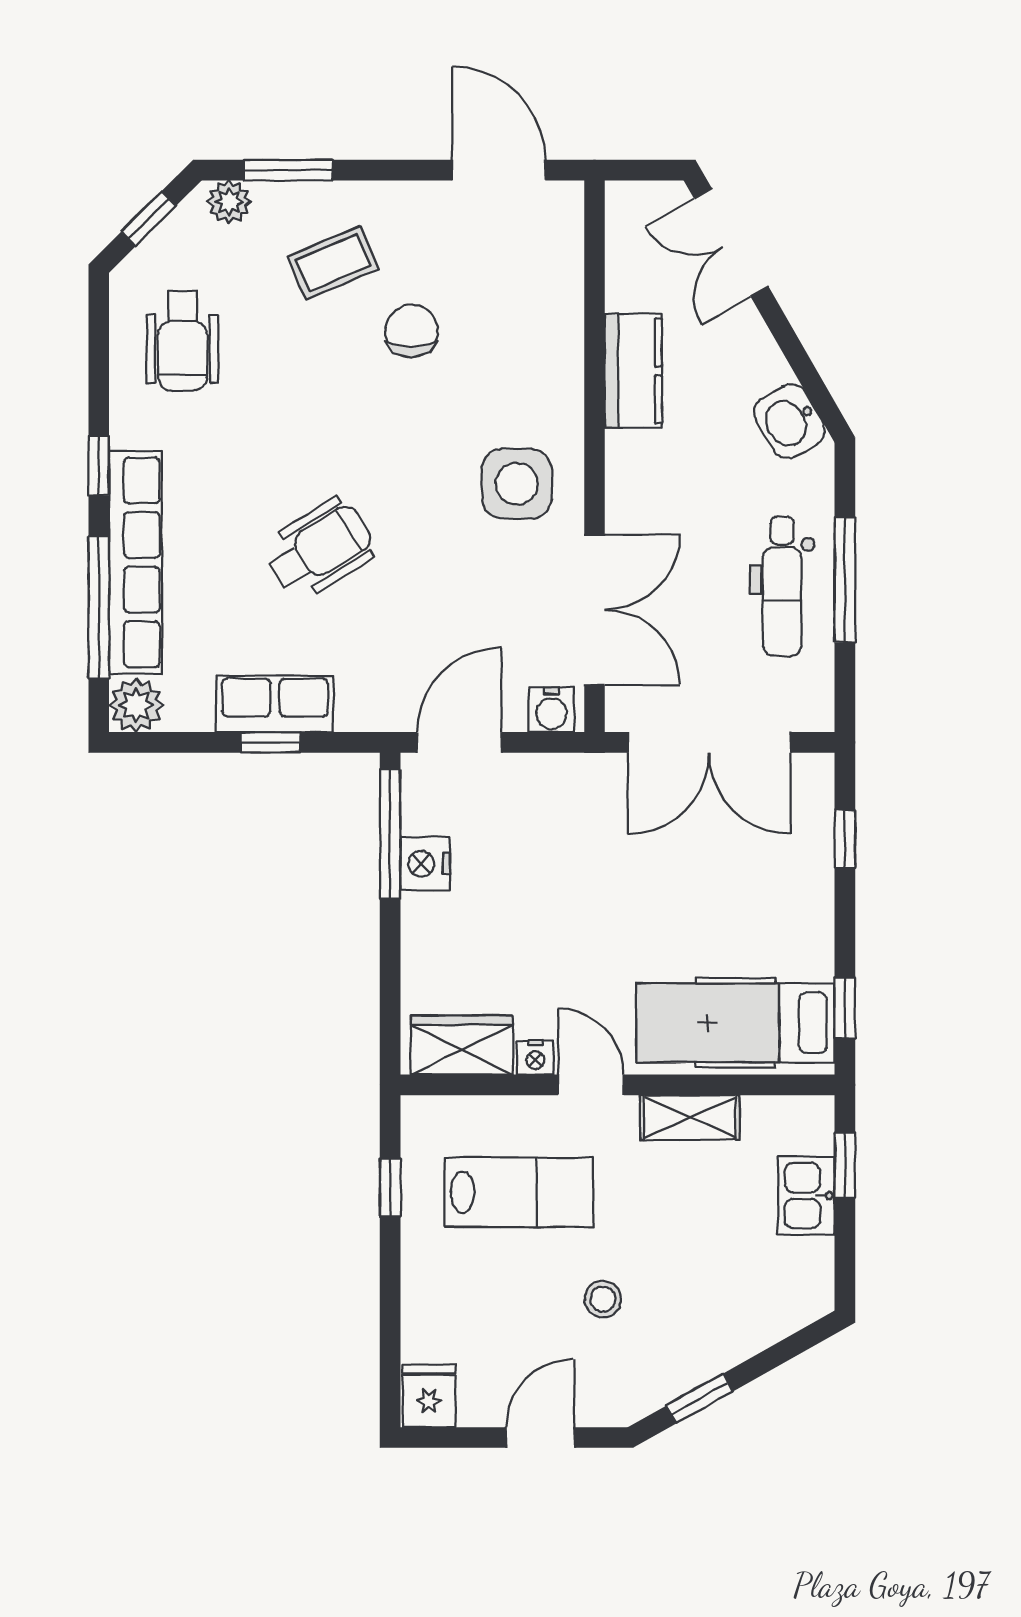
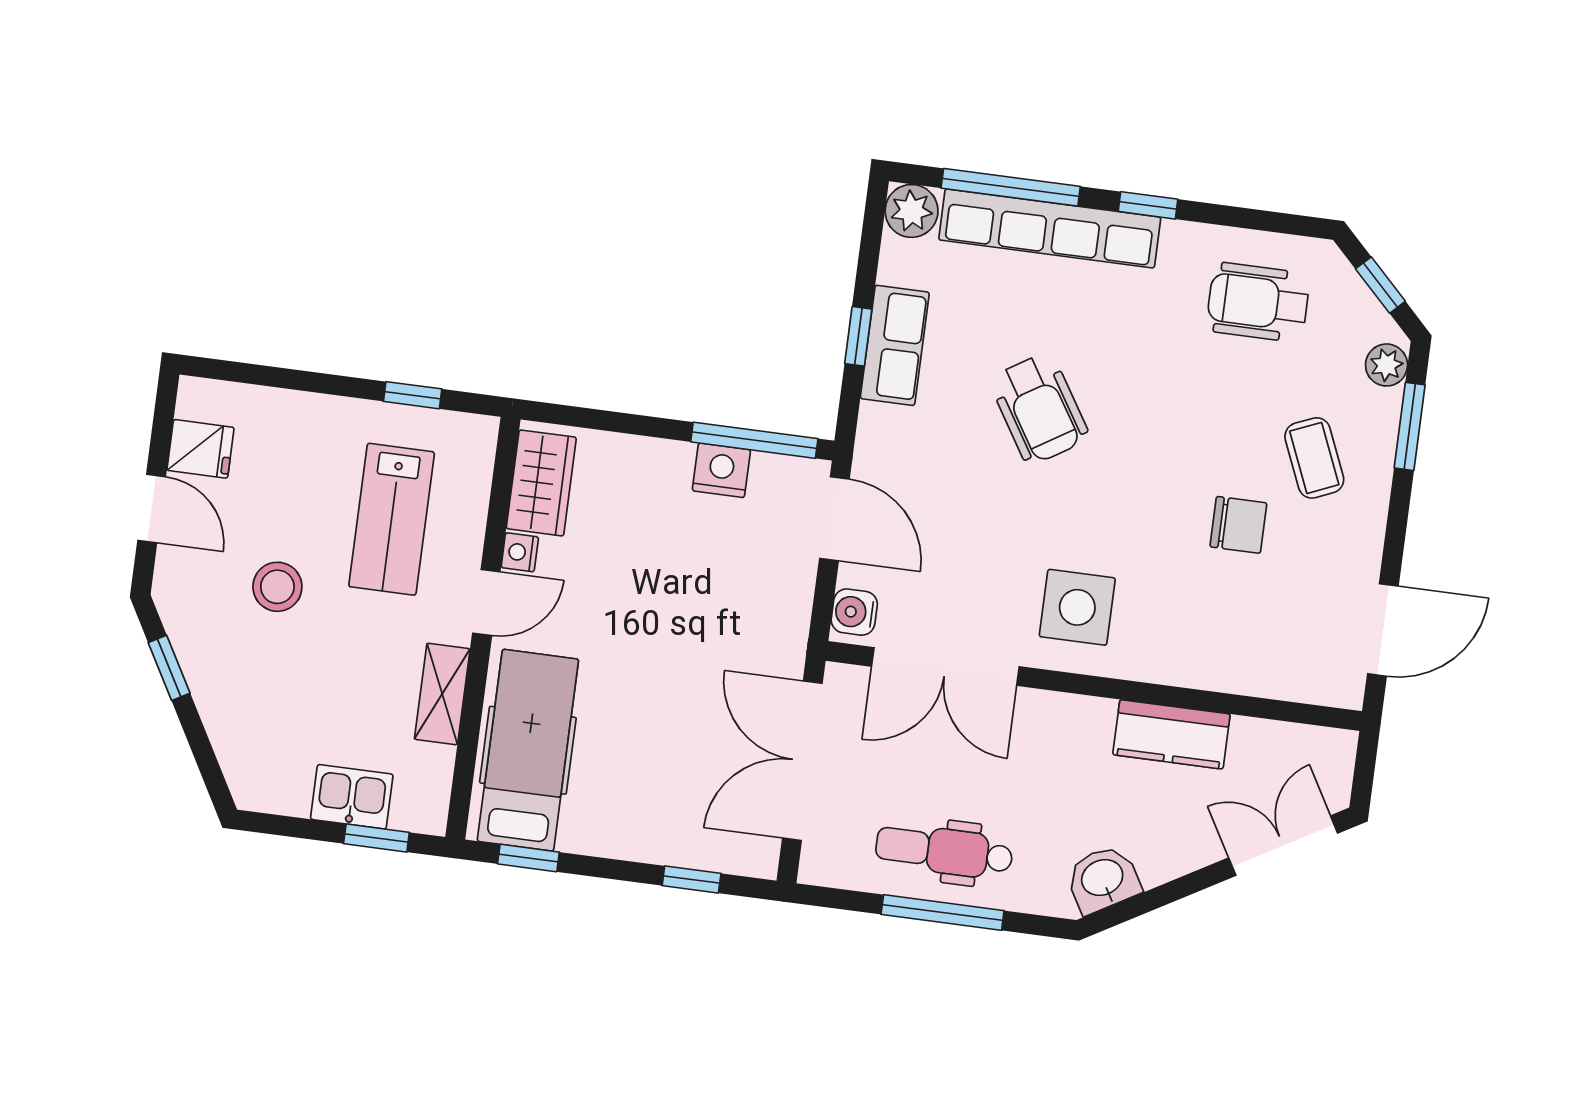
stool: (603, 1299) -> (277, 587), width x1.37, depth x1.37
fridge: (429, 1396) -> (201, 449), moved

